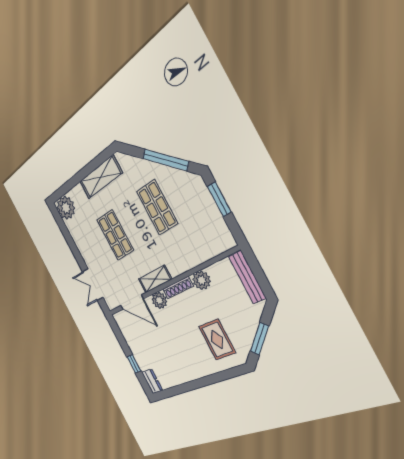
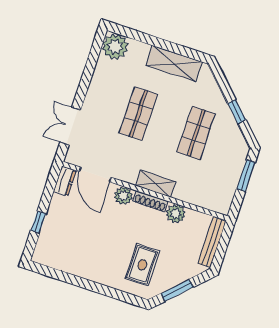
window: (165, 160) -> (237, 112), width x0.46
shelving: (155, 279) -> (155, 184), moved
dresser: (152, 381) -> (65, 181), moved

